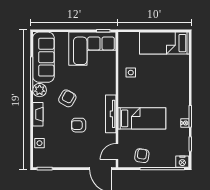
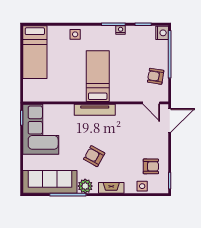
side table: (131, 73) -> (75, 34), moved
tv unit: (111, 114) -> (95, 110), moved
bed: (142, 118) -> (98, 76), moved
armchair: (79, 125) -> (151, 166), moved, turned -90

